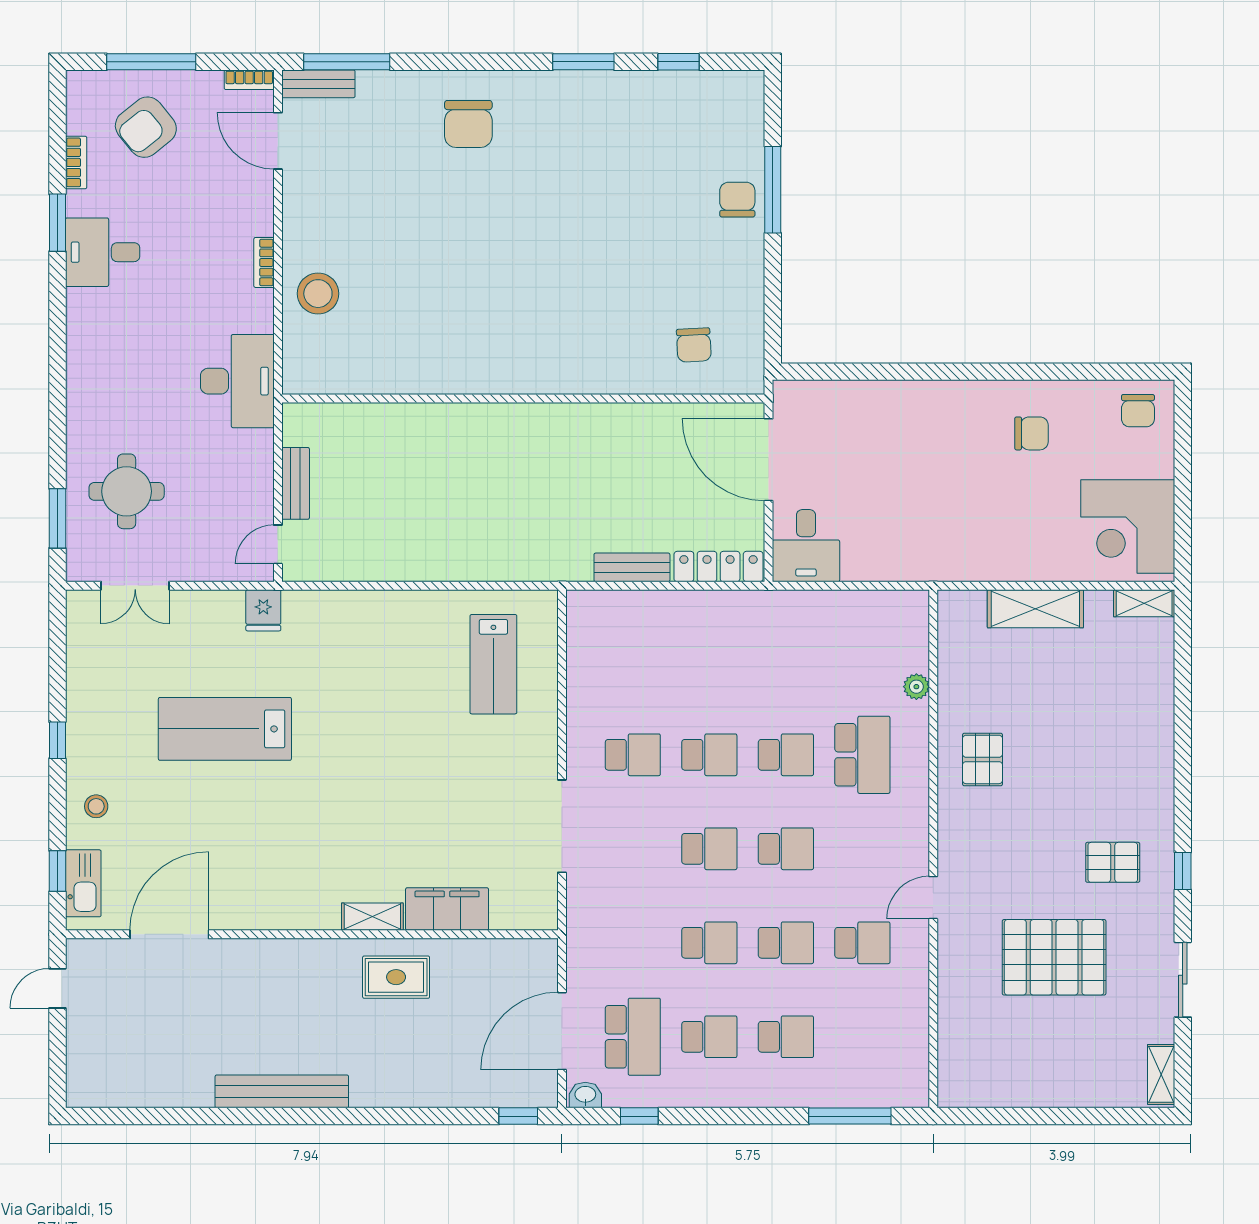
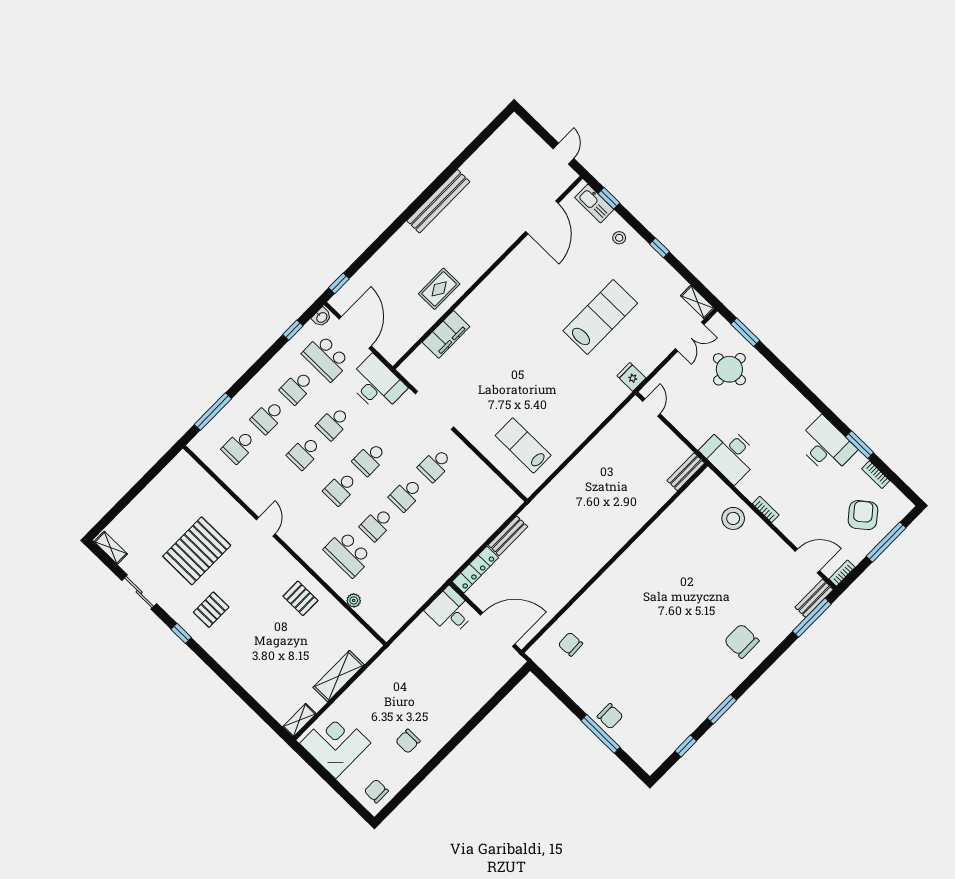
desk: (103, 252) -> (826, 446), width x1.37
bench: (296, 483) -> (686, 472), moved, turned 90
double door: (135, 586) -> (690, 337), swing flipped
shelving: (372, 917) -> (697, 302), moved, turned 90
desk: (602, 936) -> (377, 384), added
school desk: (862, 943) -> (239, 447), moved

